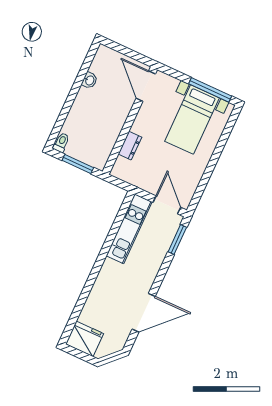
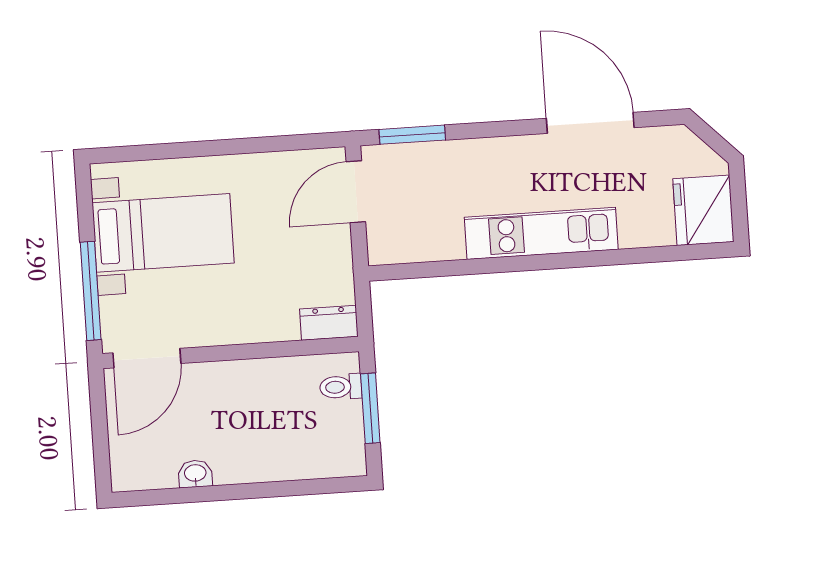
window: (210, 90) -> (91, 291), moved
toilet: (61, 142) -> (341, 387), moved
dresser: (130, 146) -> (329, 323), moved
kitchen unit: (129, 229) -> (541, 233), moved

